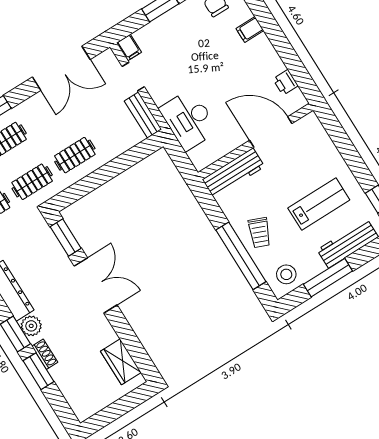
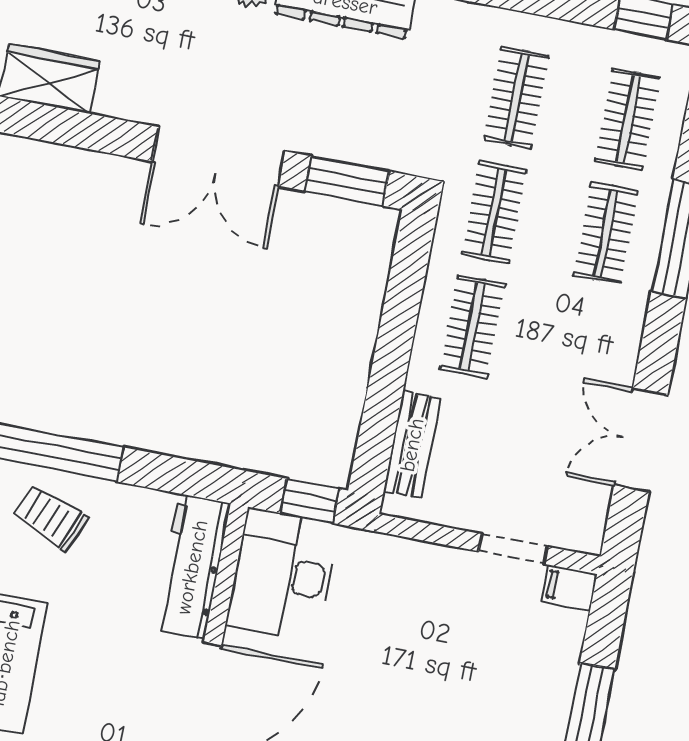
double door: (61, 68) -> (641, 440), width x0.73
bench: (143, 115) -> (412, 445), moved, turned 90
desk: (189, 120) -> (283, 575), moved, turned -90
window: (178, 155) -> (310, 501), added

